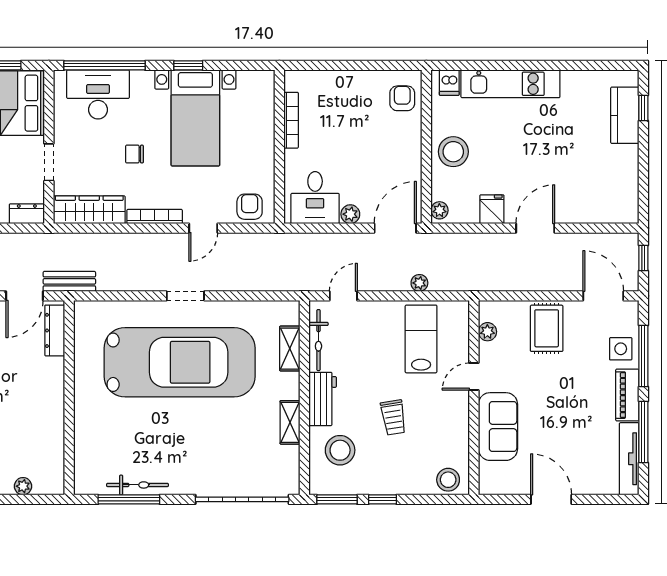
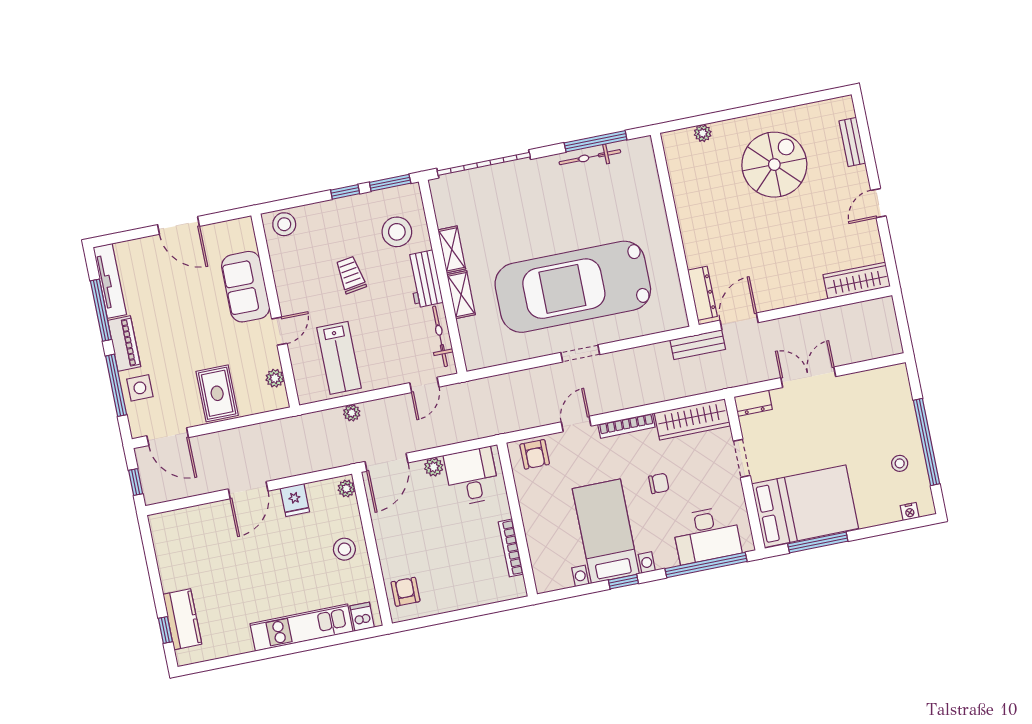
armchair: (402, 98) -> (405, 592), turned 180
stool: (453, 152) -> (344, 549), width x0.73, depth x0.73
shelving: (290, 349) -> (461, 295), moved

